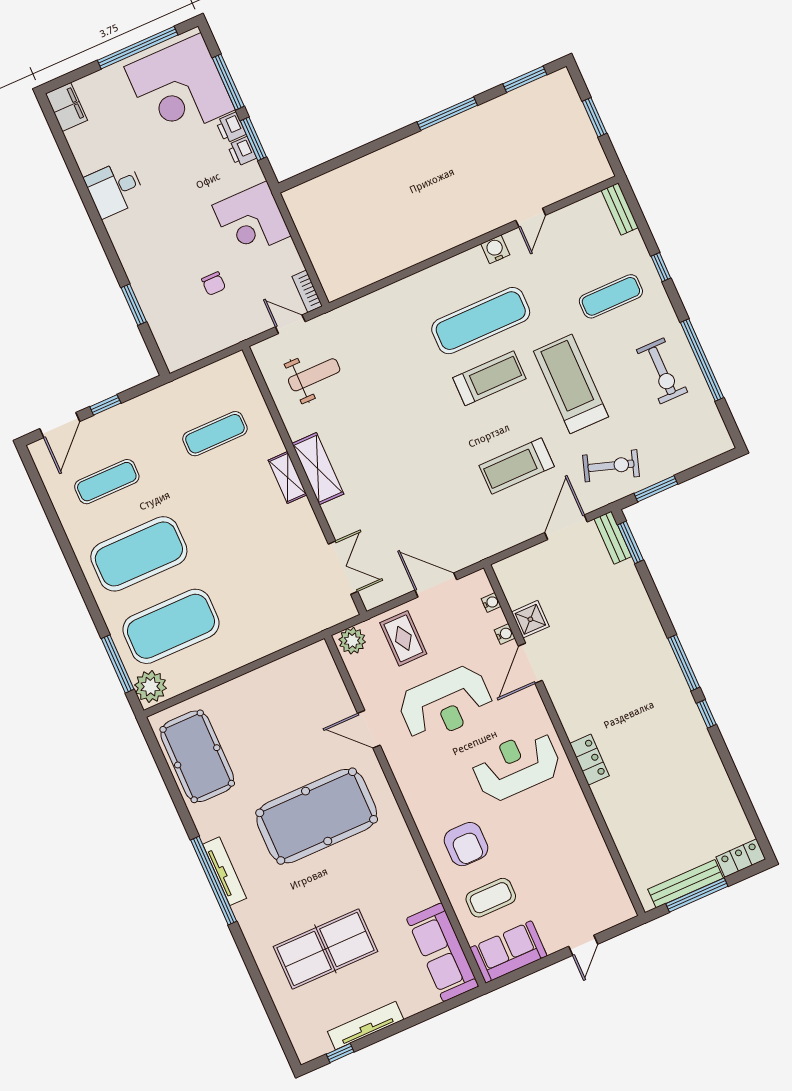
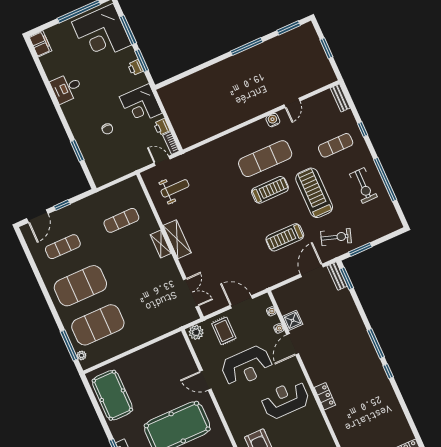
printer: (231, 128) -> (162, 127), moved
chair: (214, 284) -> (107, 129), moved
plant: (150, 687) -> (82, 355), width x0.53, depth x0.53

